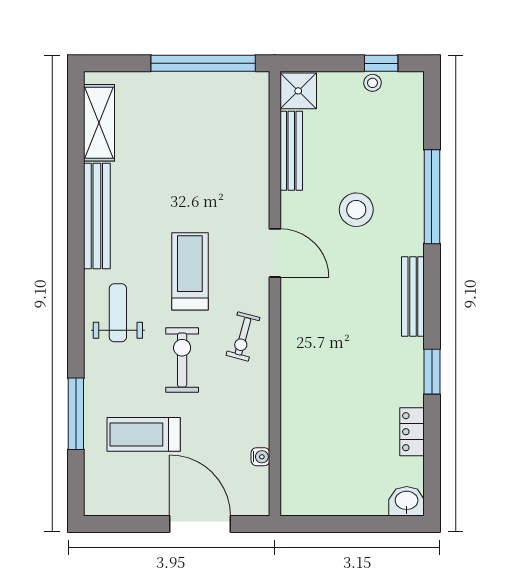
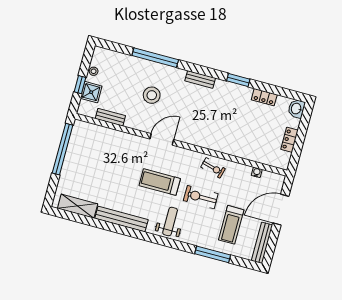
window: (381, 63) -> (80, 85), moved
shower: (298, 91) -> (91, 92), moved
bench: (291, 151) -> (110, 117), width x0.73
bench: (413, 296) -> (200, 79), width x0.73
weight bench: (118, 313) -> (170, 222), turned 90
exercise bike: (243, 336) -> (213, 168), moved
locker: (342, 504) -> (290, 140), added
bench: (125, 505) -> (262, 243), added

